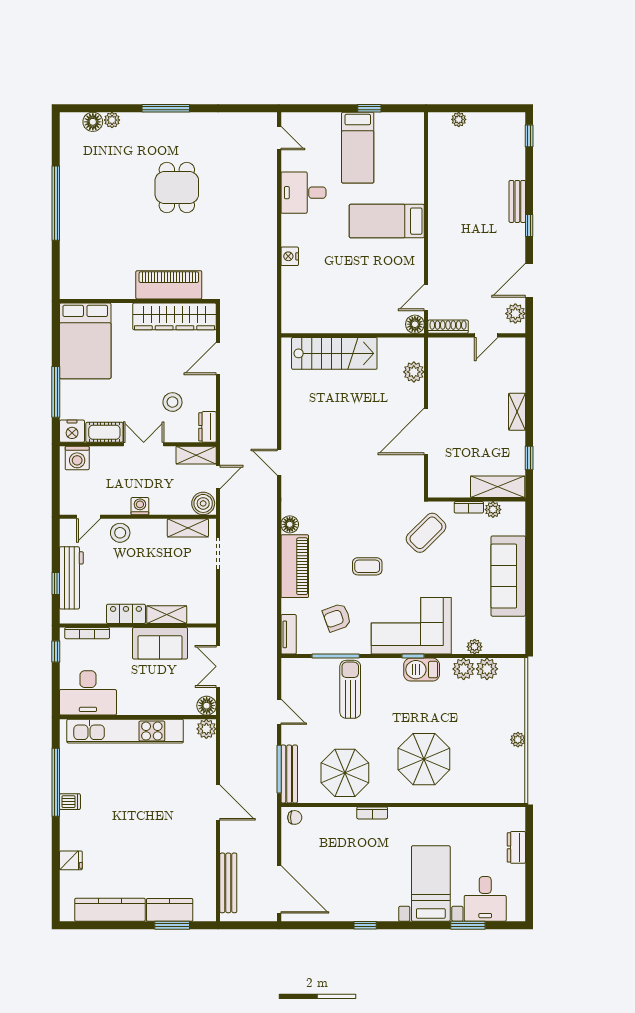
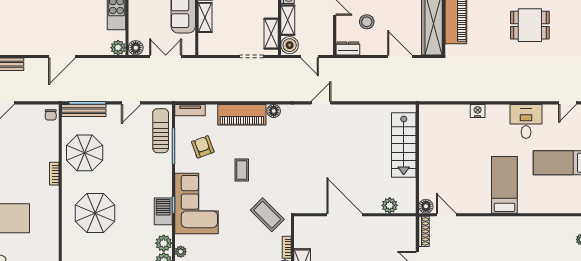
shelving: (196, 455) -> (288, 20), moved
sun lounger: (350, 689) -> (161, 131), moved, turned -90

